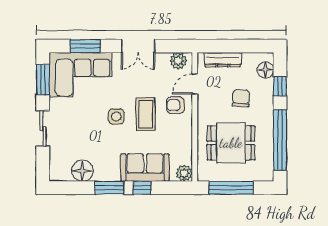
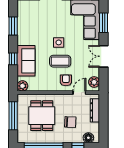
door: (195, 84) -> (79, 93), hinge flipped
floor lamp: (82, 171) -> (24, 21), removed
window: (109, 188) -> (13, 26), moved

